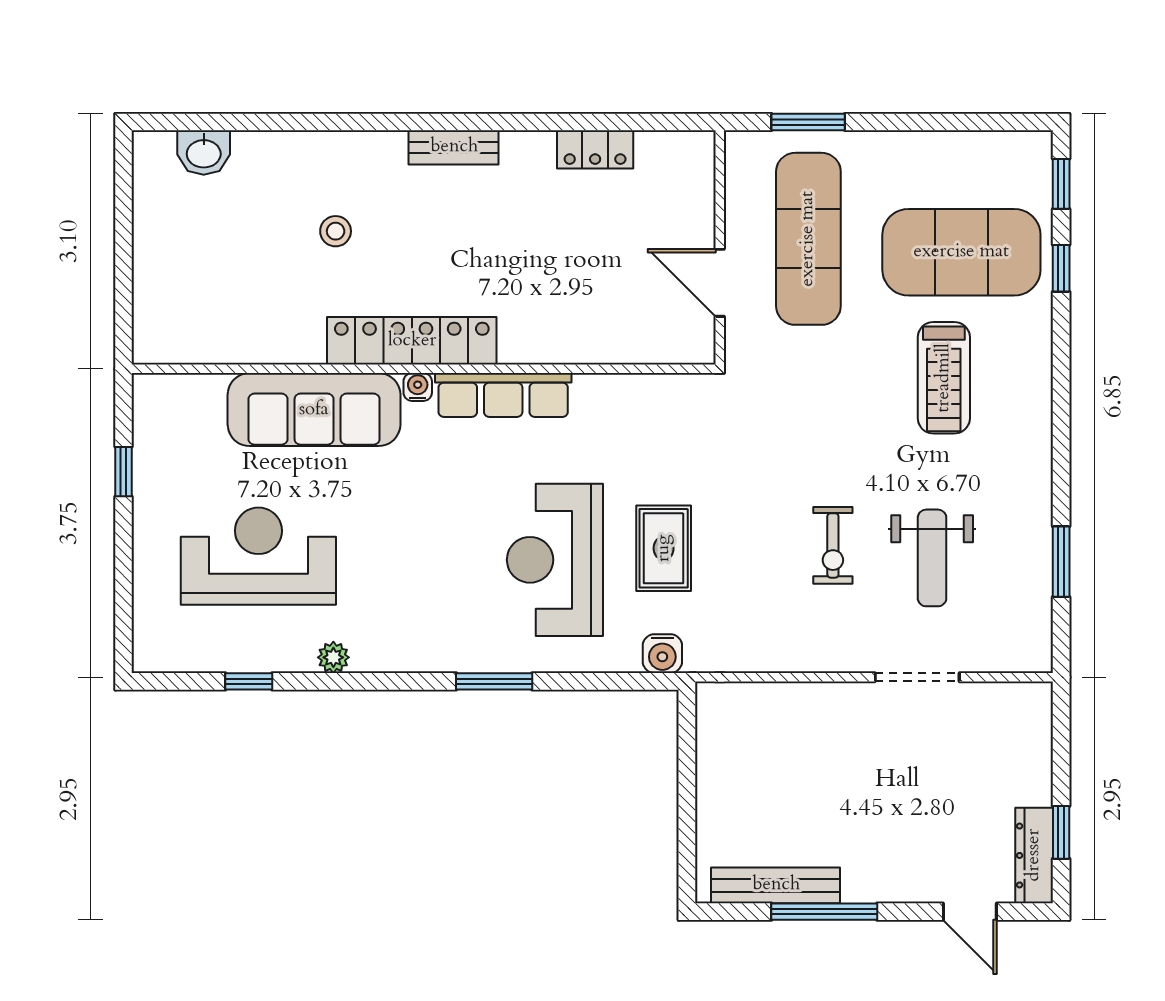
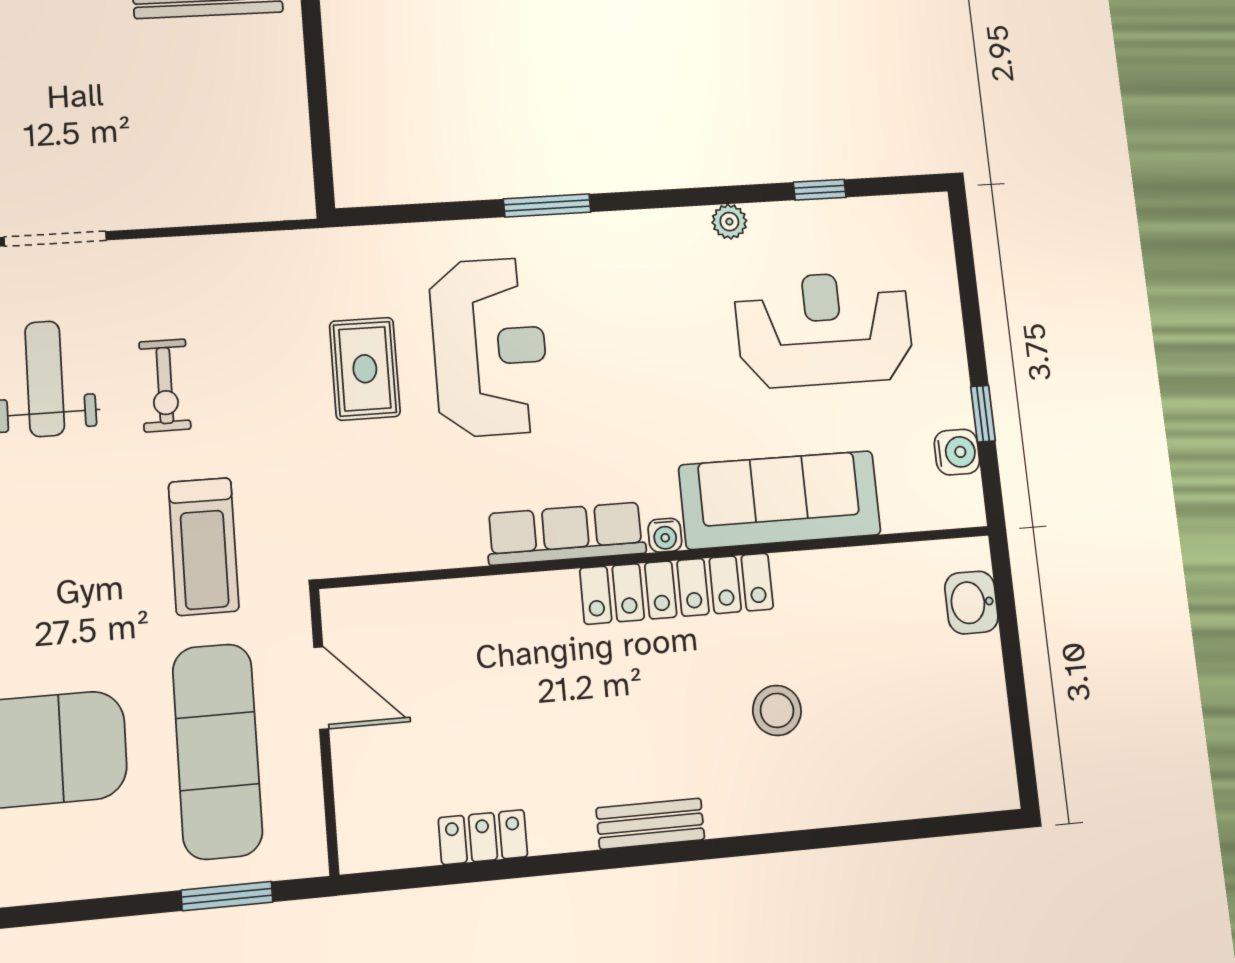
washbasin: (204, 153) -> (971, 602), moved, turned -90
stool: (336, 231) -> (777, 710), width x1.37, depth x1.37
treadmill: (944, 378) -> (204, 546), moved, turned 180
exercise bike: (833, 545) -> (165, 385), turned 180
reception desk: (258, 556) -> (824, 329), turned 180
water cooler: (662, 654) -> (957, 452), moved, turned 90

